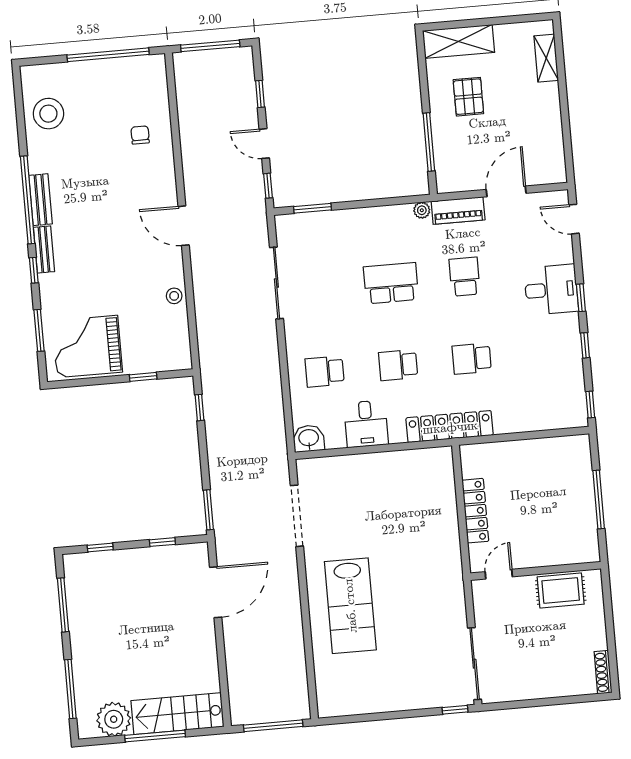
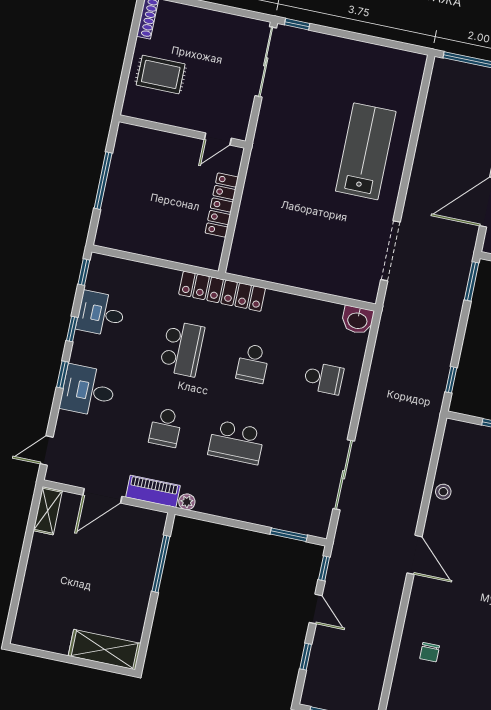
shelving: (546, 58) -> (48, 511), moved
pallet: (468, 97) -> (111, 595), removed
door: (574, 219) -> (47, 450), swing flipped
school desk: (472, 359) -> (182, 349), width x1.85
school desk: (398, 365) -> (253, 363), turned 90
desk: (366, 424) -> (101, 314), moved, turned -90
rug: (561, 590) -> (161, 74), moved

